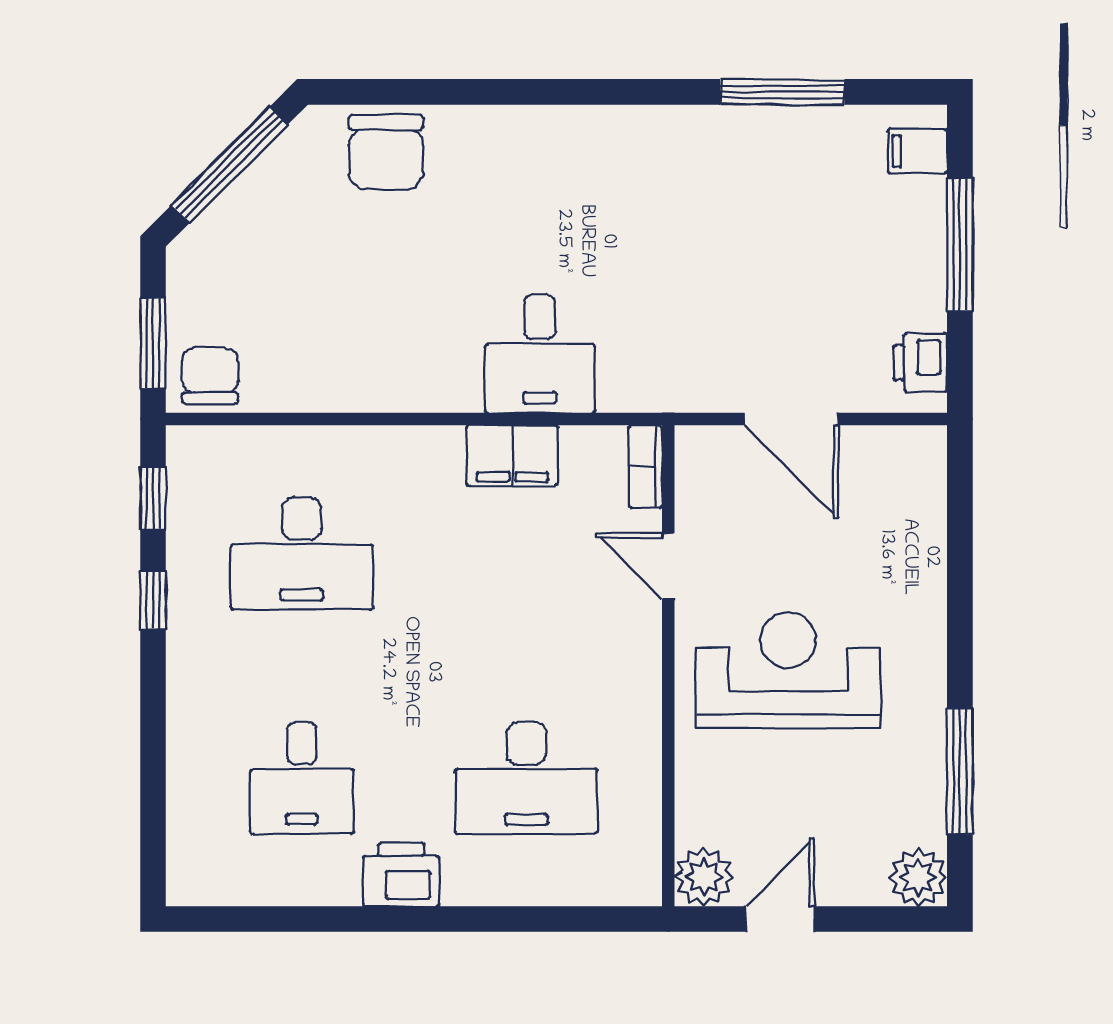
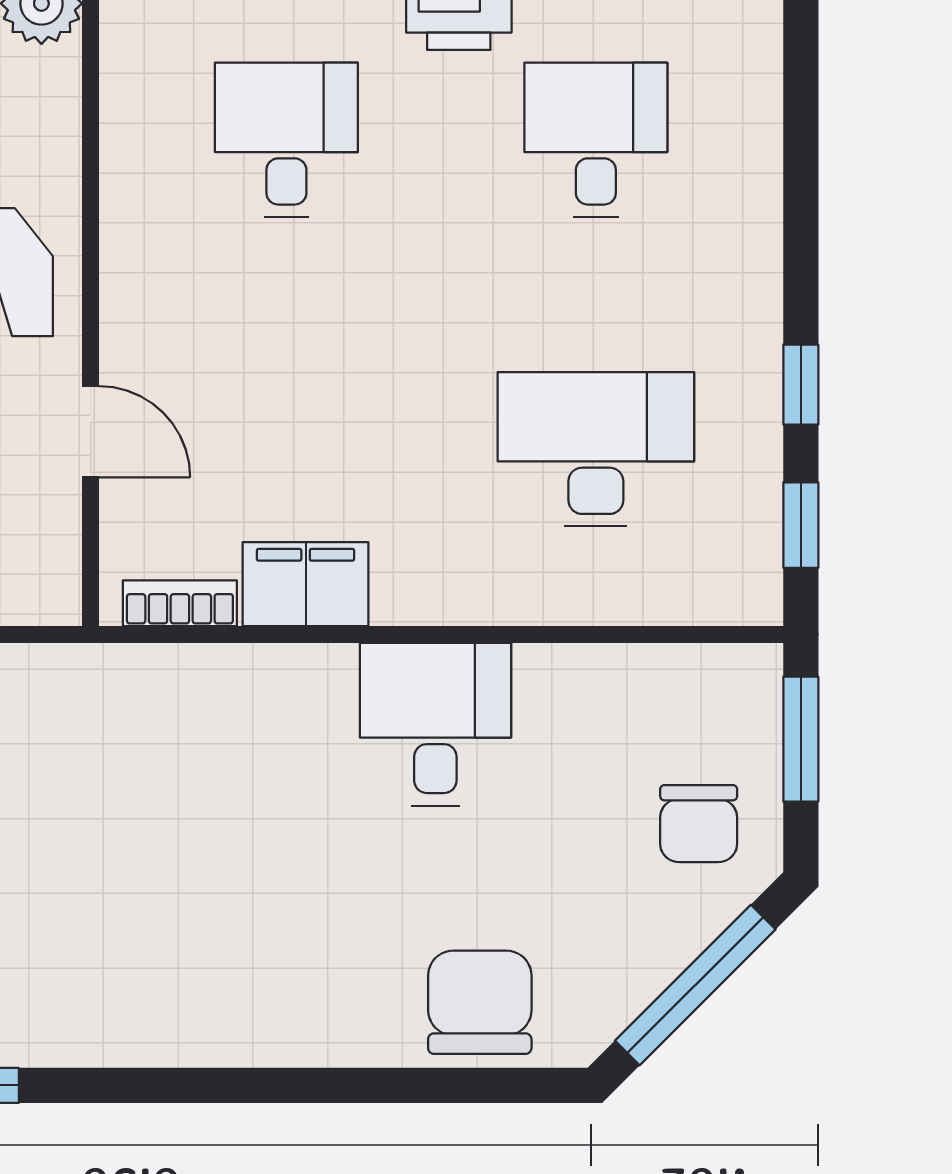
desk: (540, 354) -> (435, 725), moved
chair: (210, 376) -> (699, 824), moved
bookcase: (646, 466) -> (180, 603), moved, turned -90
desk: (526, 778) -> (286, 140), width x0.73

